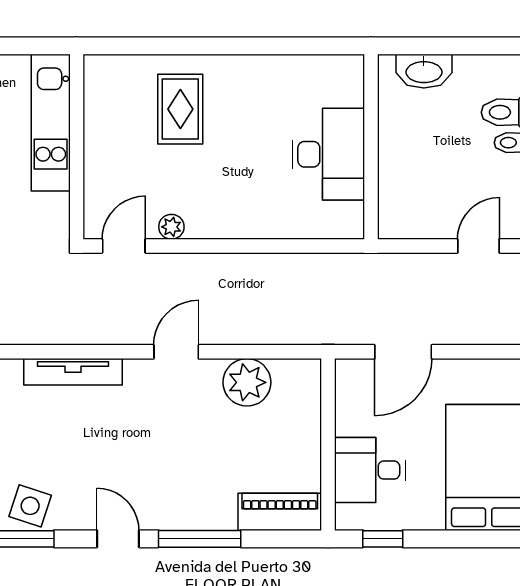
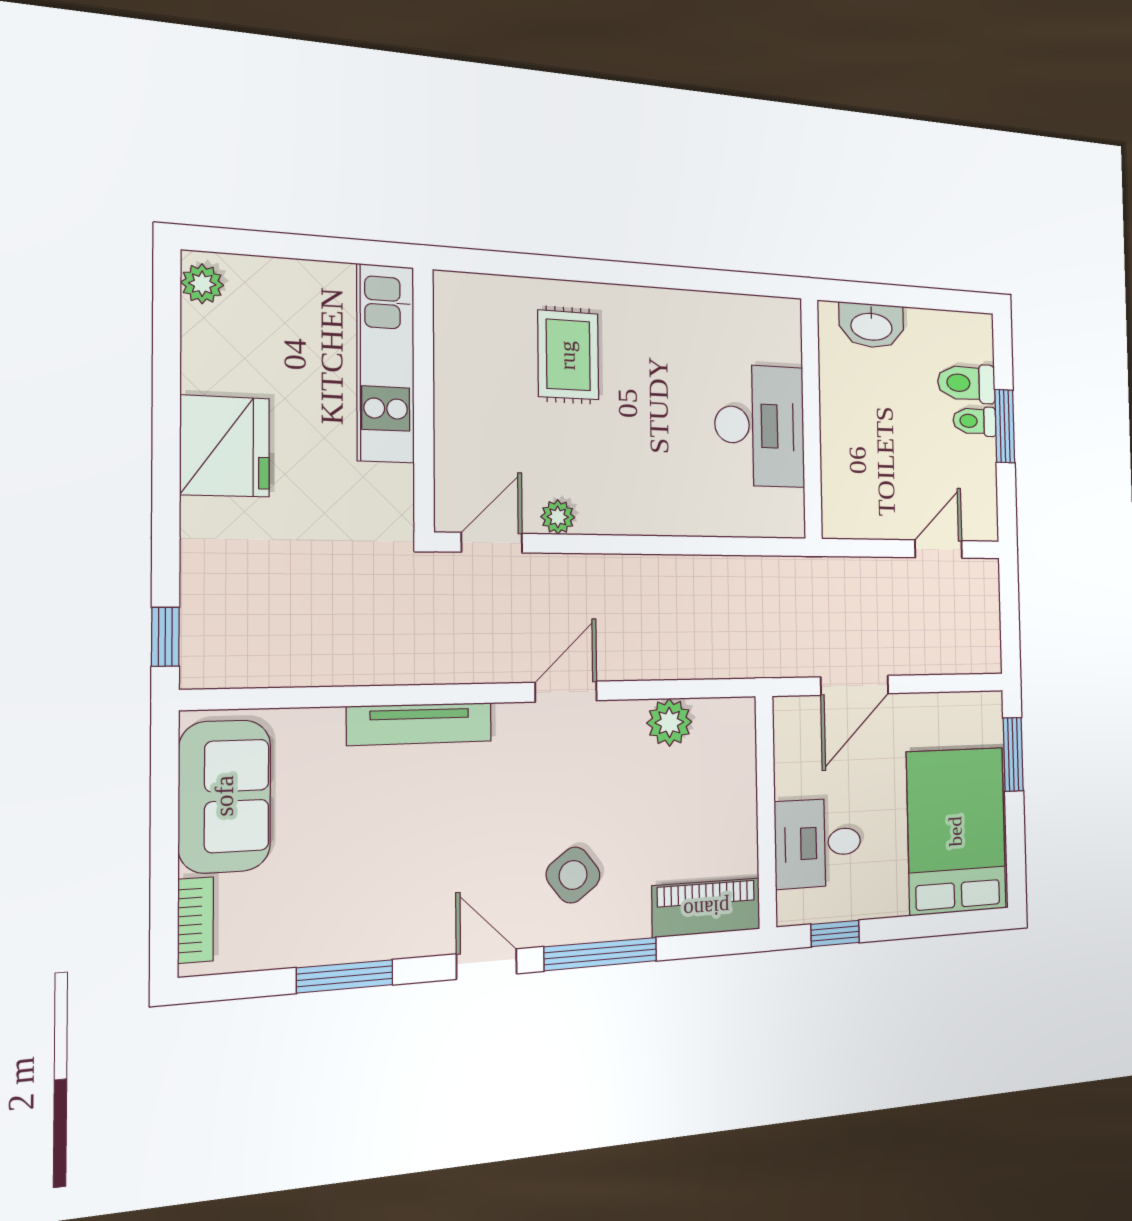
plant: (247, 382) -> (669, 722), width x0.73, depth x0.73
side table: (30, 506) -> (573, 875), moved, turned 35

